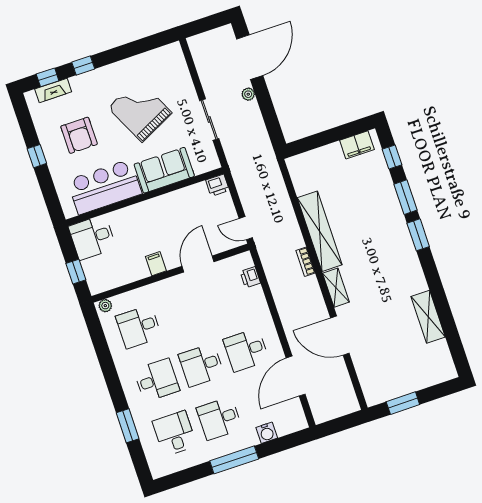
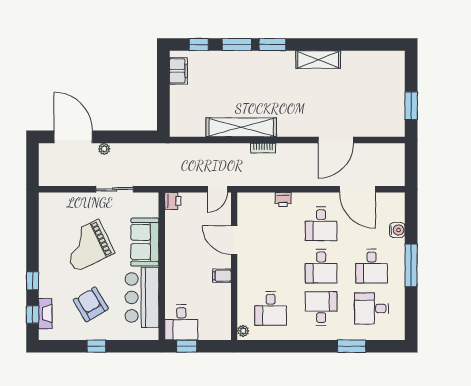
armchair: (79, 135) -> (91, 304), turned -121
window: (76, 272) -> (187, 346), moved
printer: (250, 277) -> (283, 199), moved
shelving: (336, 288) -> (294, 130), removed
shelving: (428, 317) -> (318, 60), moved

